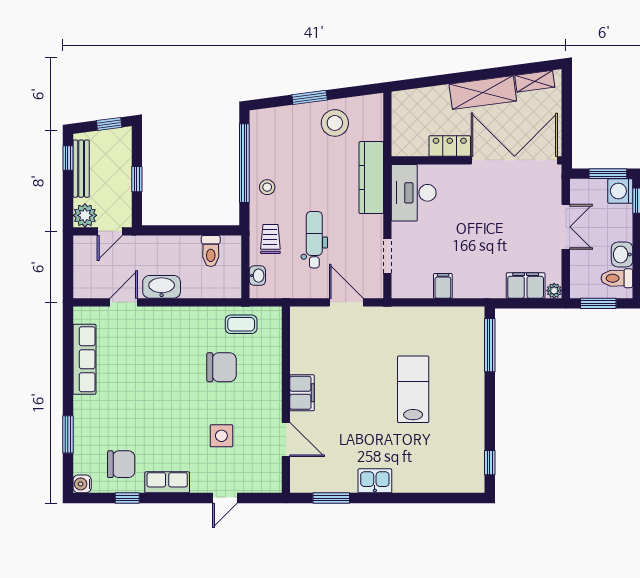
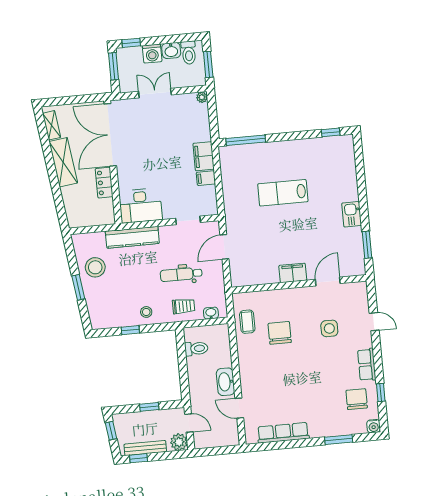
window: (244, 163) -> (130, 330), width x0.32
washing machine: (620, 191) -> (152, 54), moved
trolley: (270, 239) -> (184, 306), turned 180
filing cabinet: (526, 285) -> (204, 156), moved

